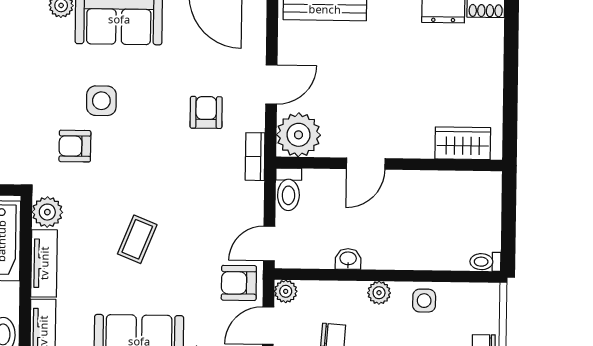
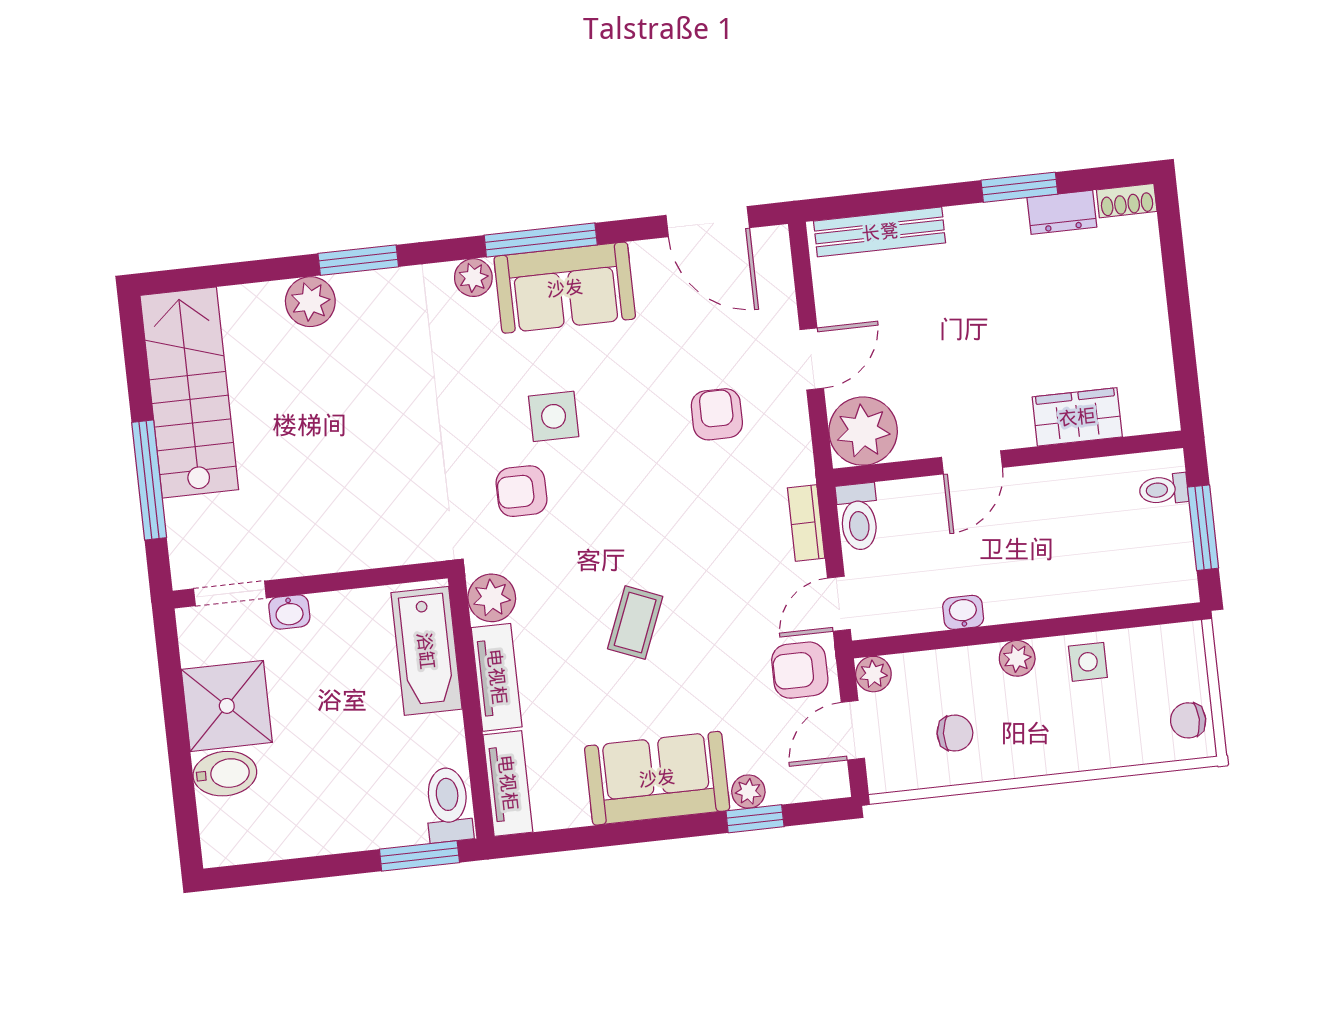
wardrobe: (463, 143) -> (1077, 417), moved
bookcase: (255, 157) -> (806, 523), moved
window: (509, 224) -> (1203, 528), added
toilet: (485, 262) -> (1164, 489), moved

